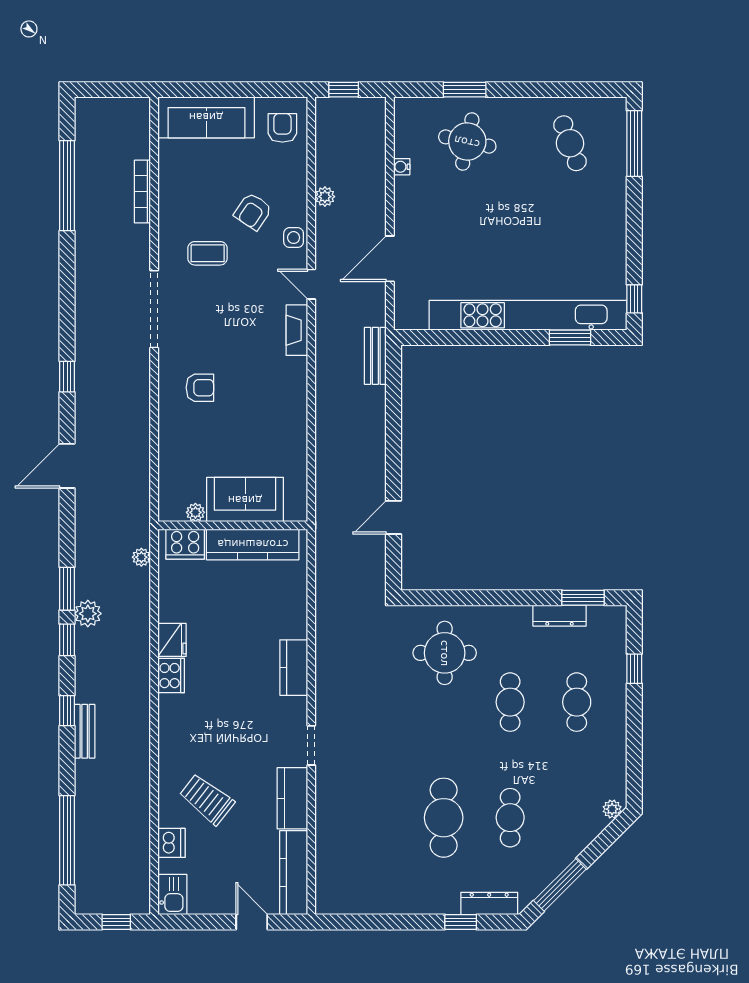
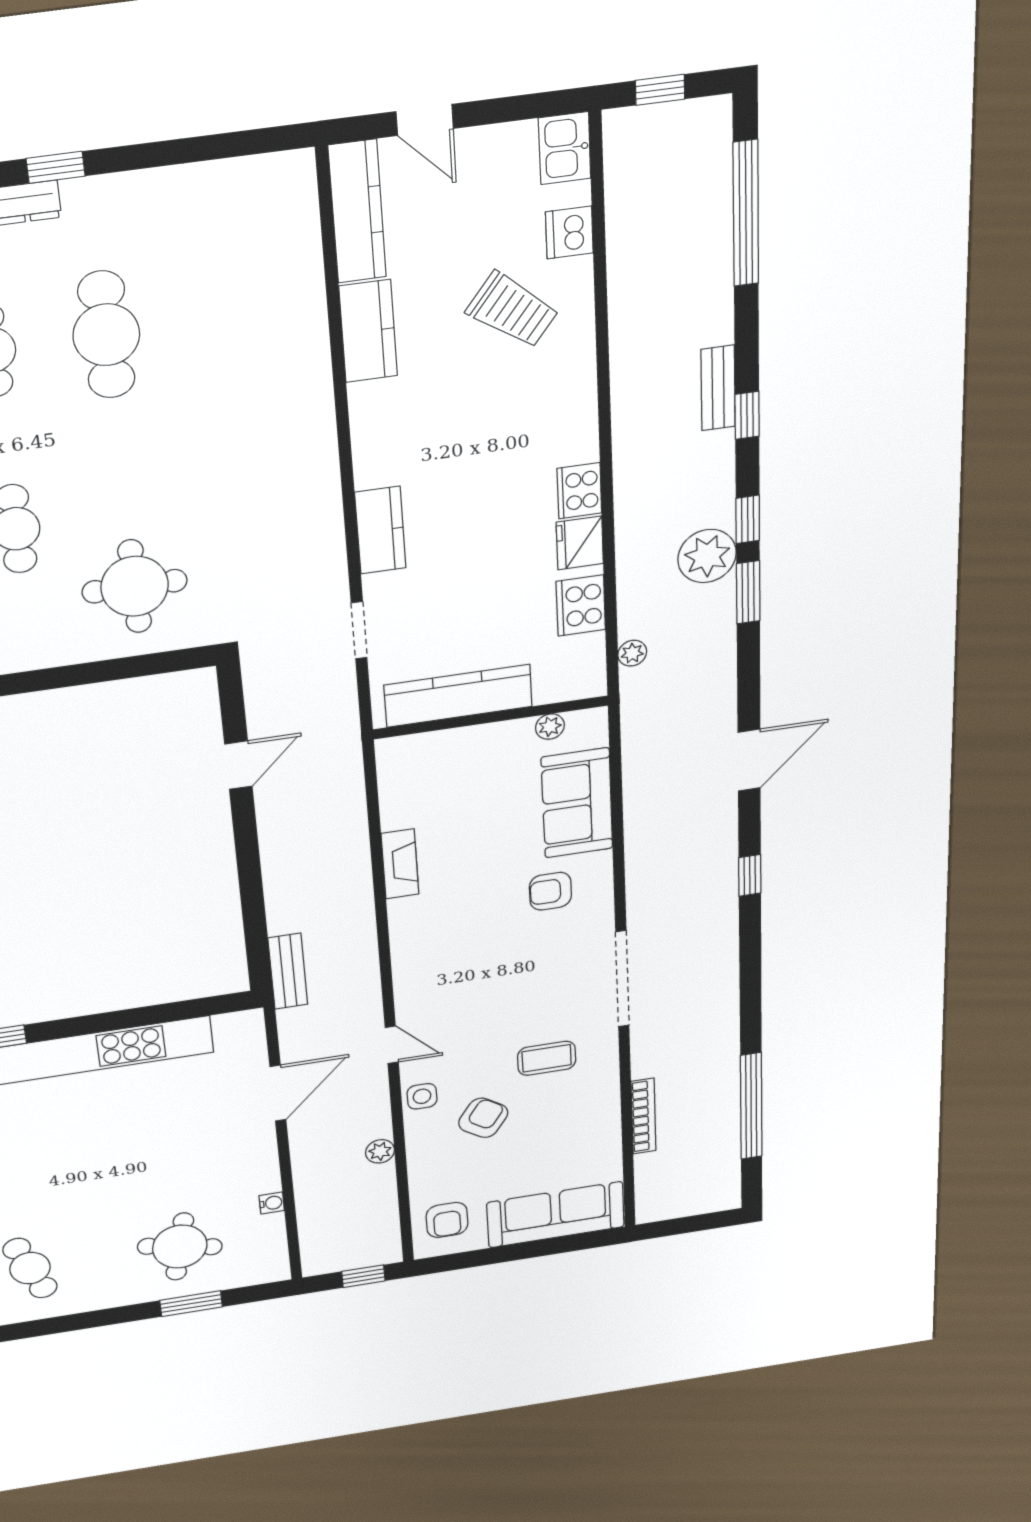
fireplace: (297, 330) -> (400, 864), moved
sofa: (245, 500) -> (577, 803), moved, turned 90
cooker: (185, 544) -> (581, 606), moved, turned -90
plant: (88, 614) -> (707, 556), width x1.36, depth x1.36
doorway: (311, 745) -> (359, 630), moved

